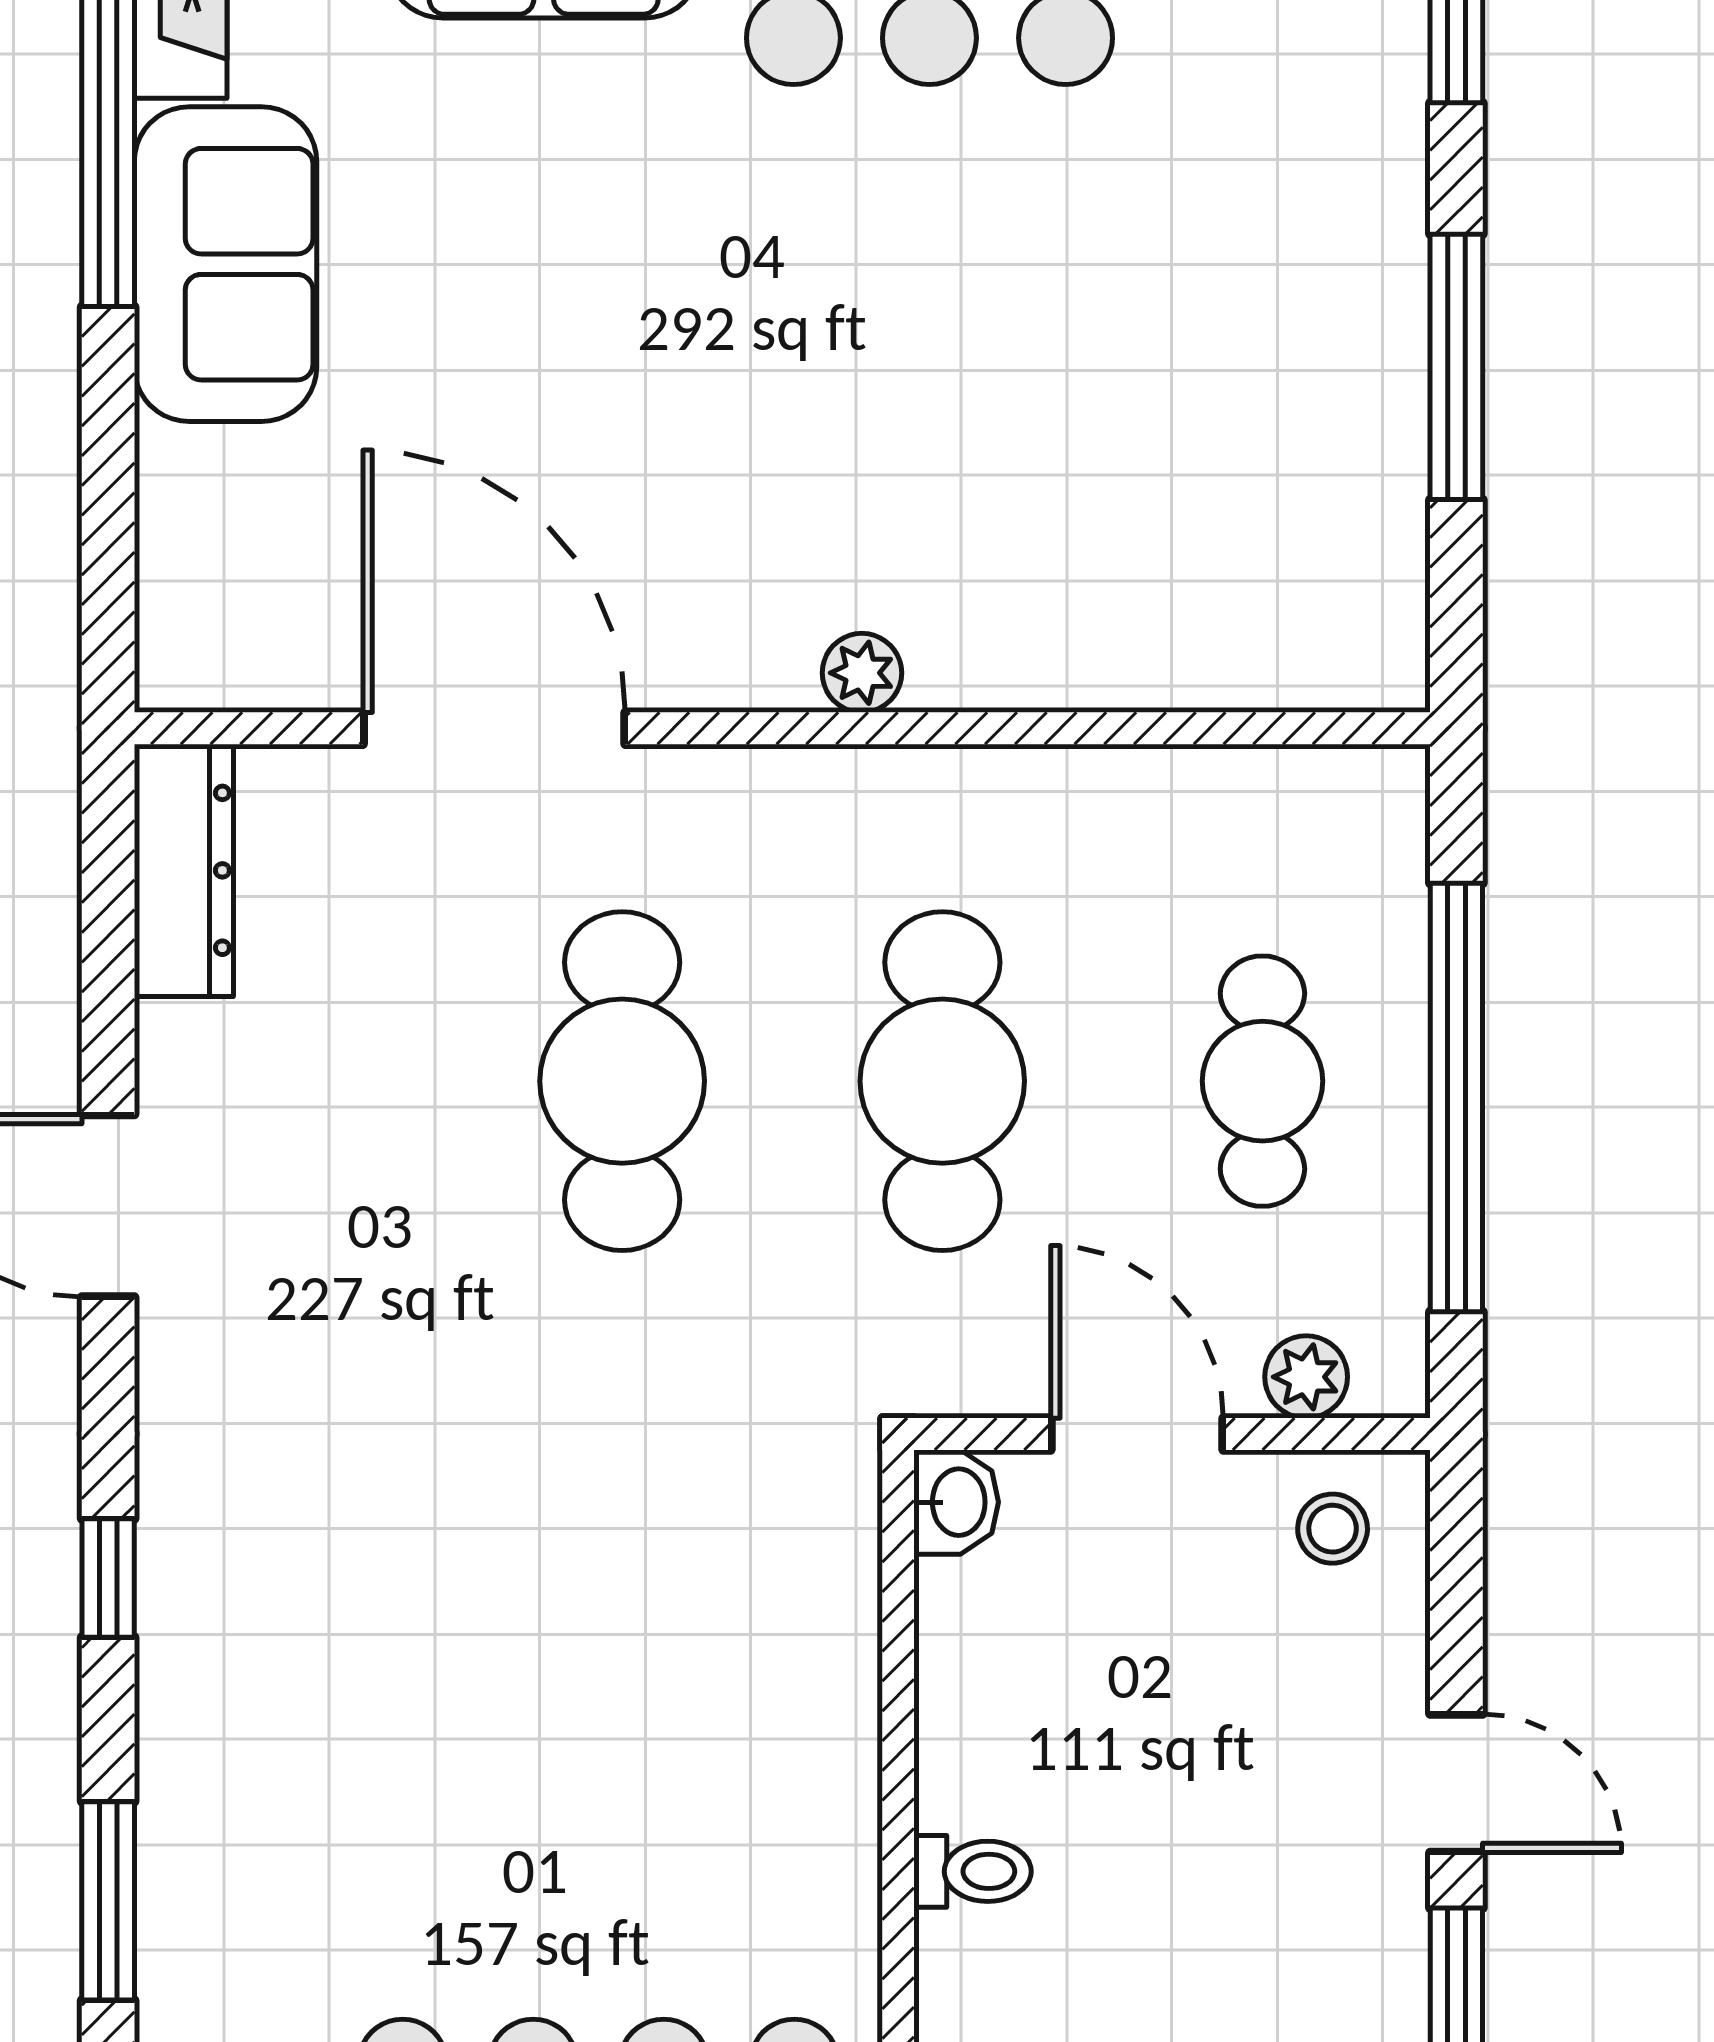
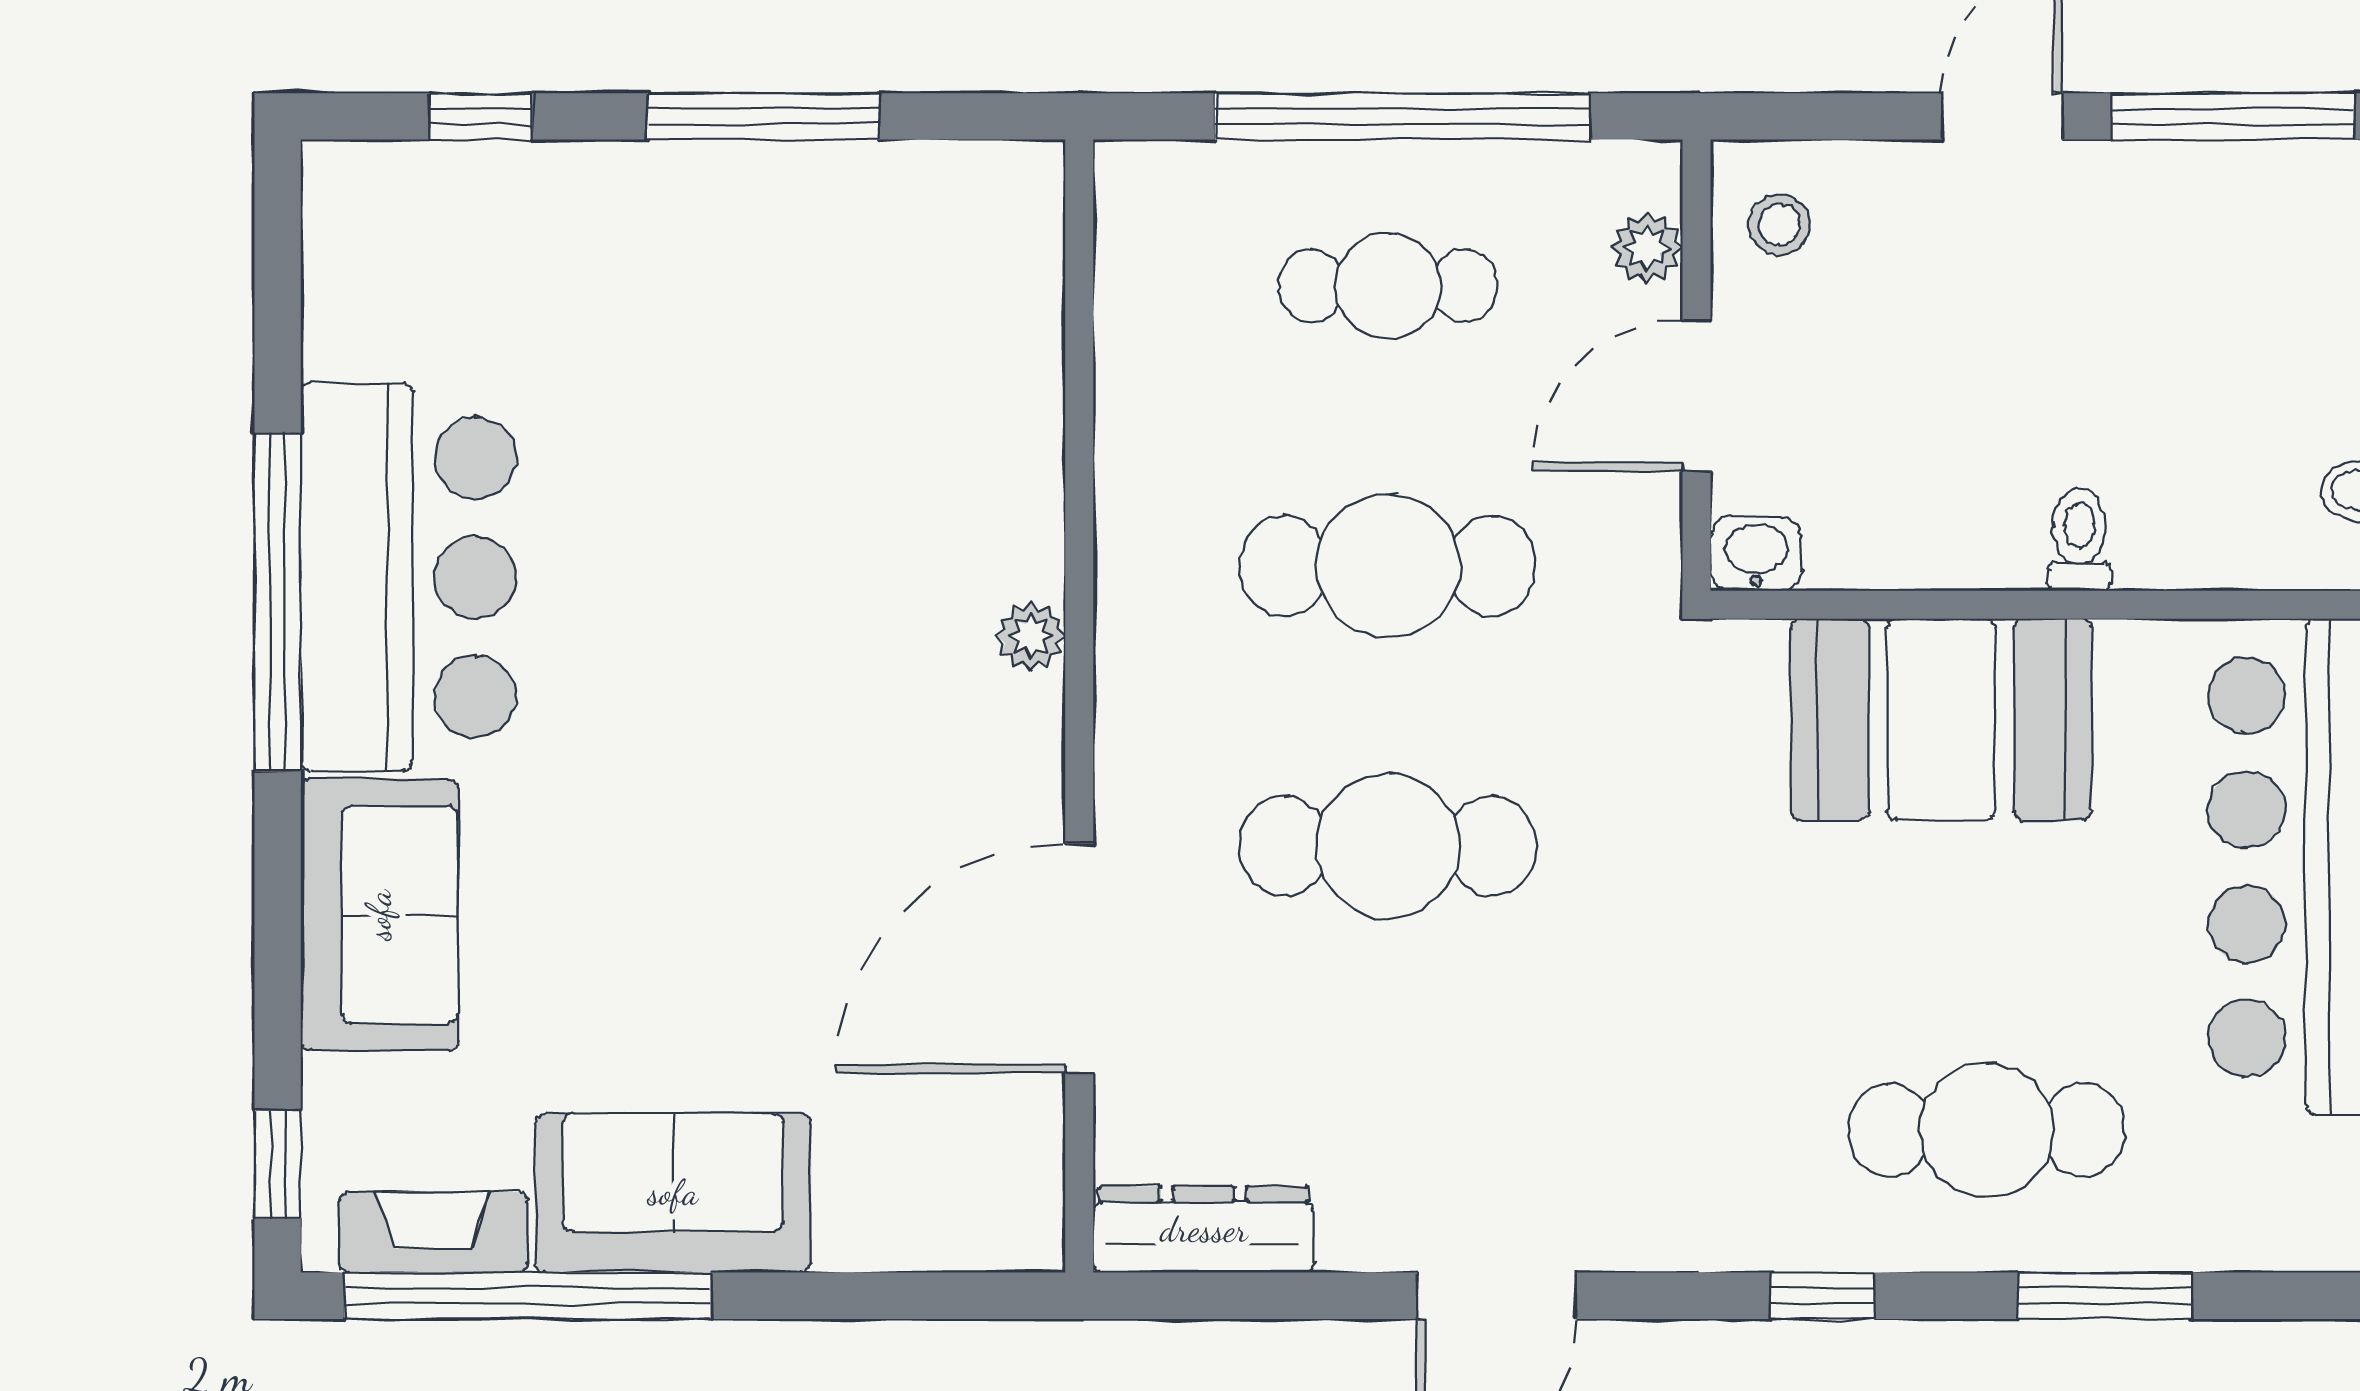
booth: (767, 1714) -> (1941, 719), added
cafe table: (298, 1765) -> (1986, 1130), added

